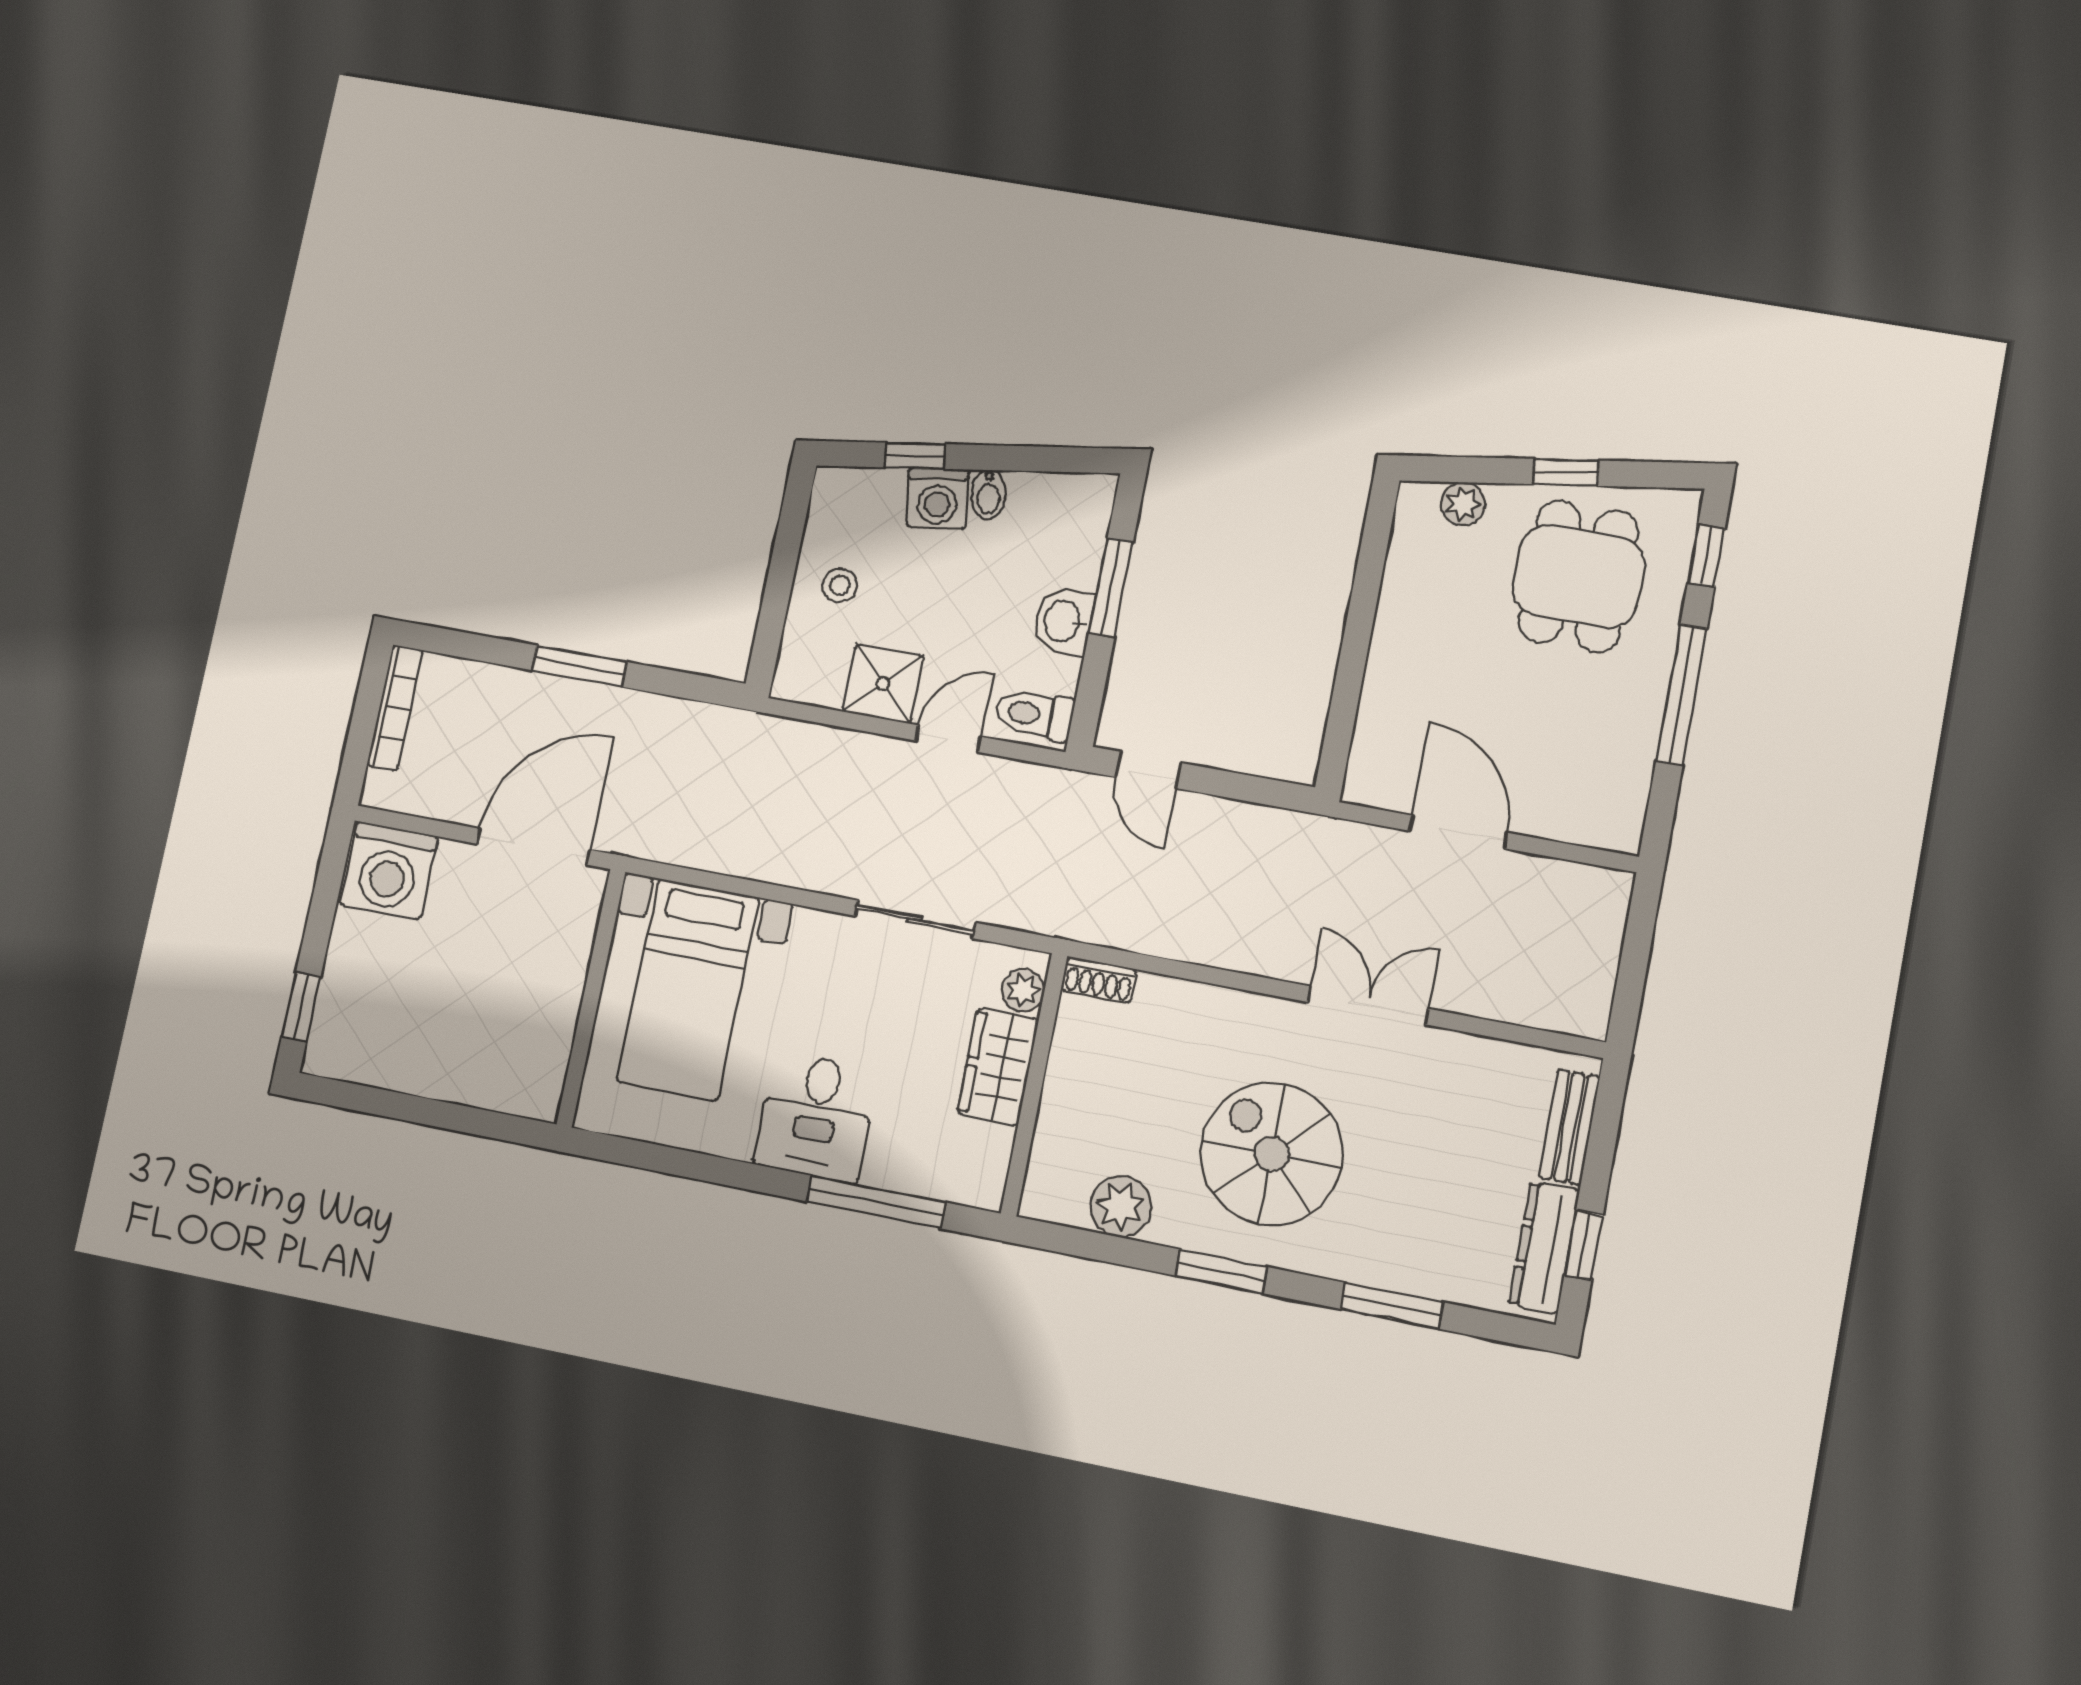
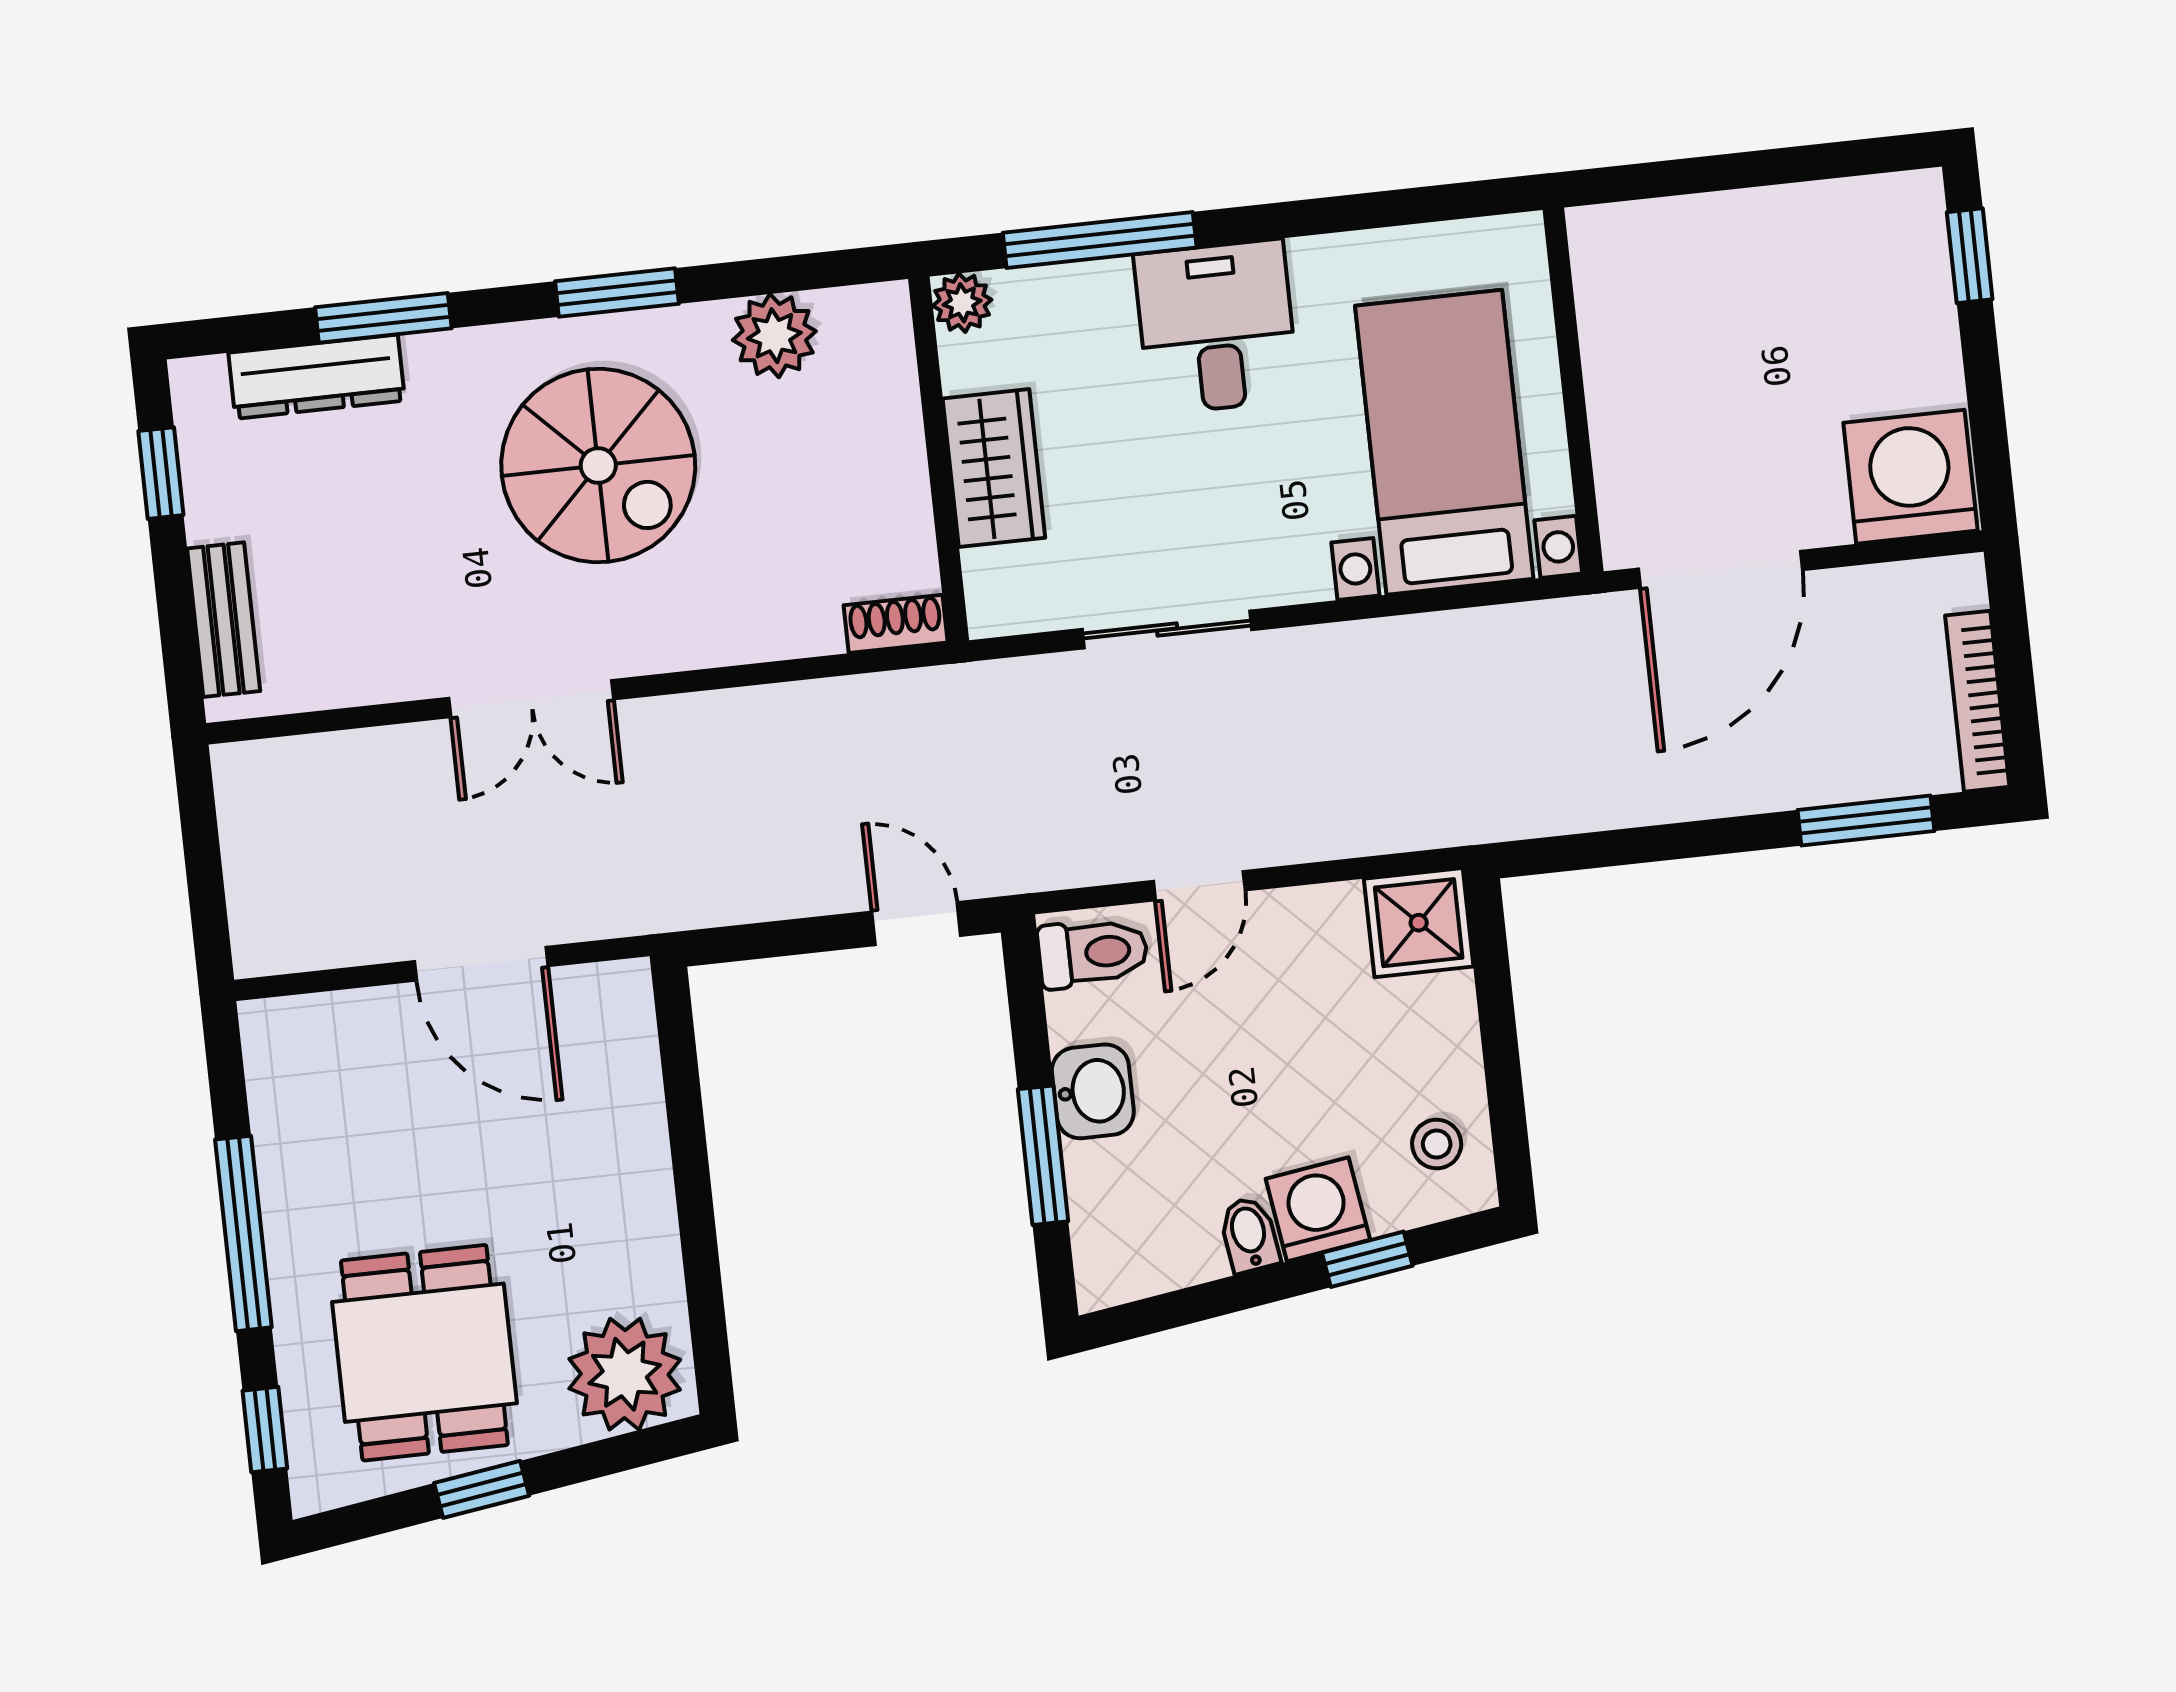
plant: (1463, 504) -> (625, 1374), width x1.87, depth x1.87
stool: (840, 585) -> (1437, 1144), moved
window: (579, 666) -> (1866, 820), moved
shower: (883, 683) -> (1419, 923), moved
plant: (1023, 990) -> (962, 303), moved
dresser: (1544, 1247) -> (317, 377), moved, turned 90

